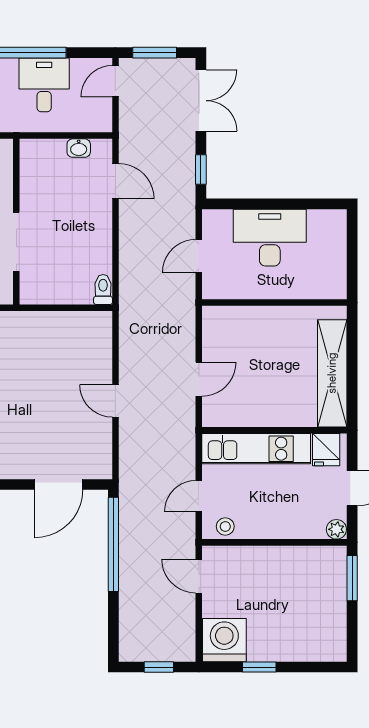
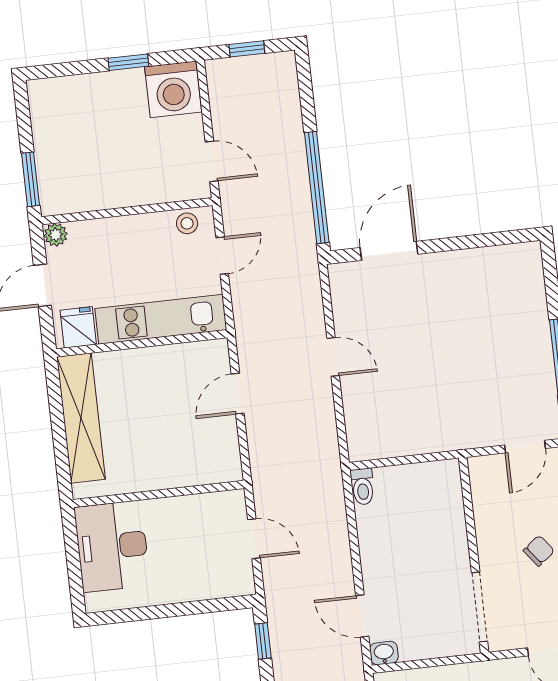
washbasin: (79, 148) -> (384, 653), moved
desk: (270, 238) -> (112, 546), moved, turned 90
doorway: (16, 242) -> (480, 607), moved
door: (199, 256) -> (254, 539), hinge flipped

